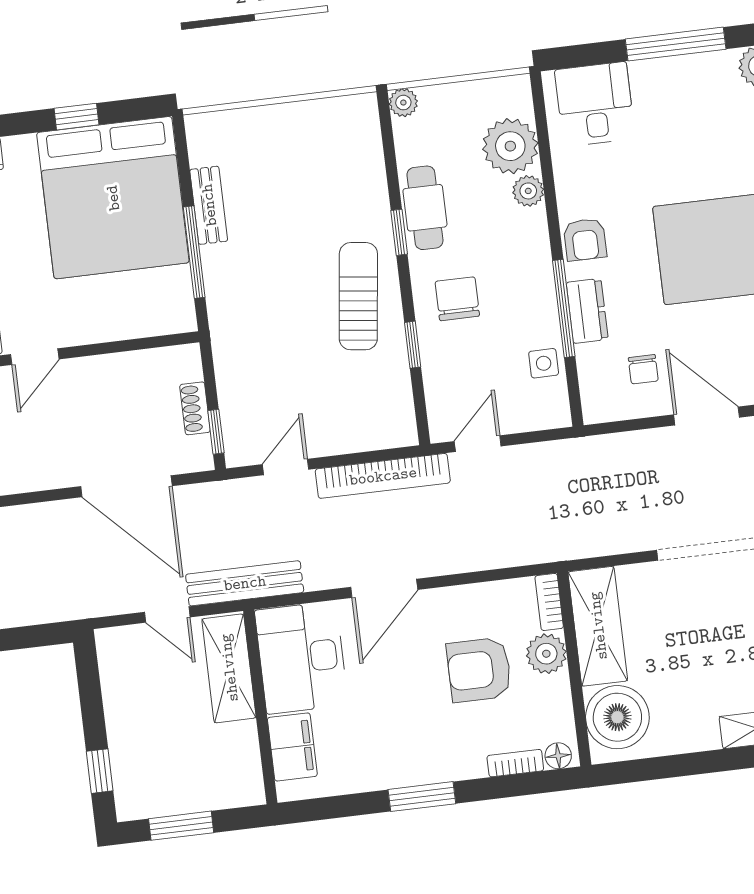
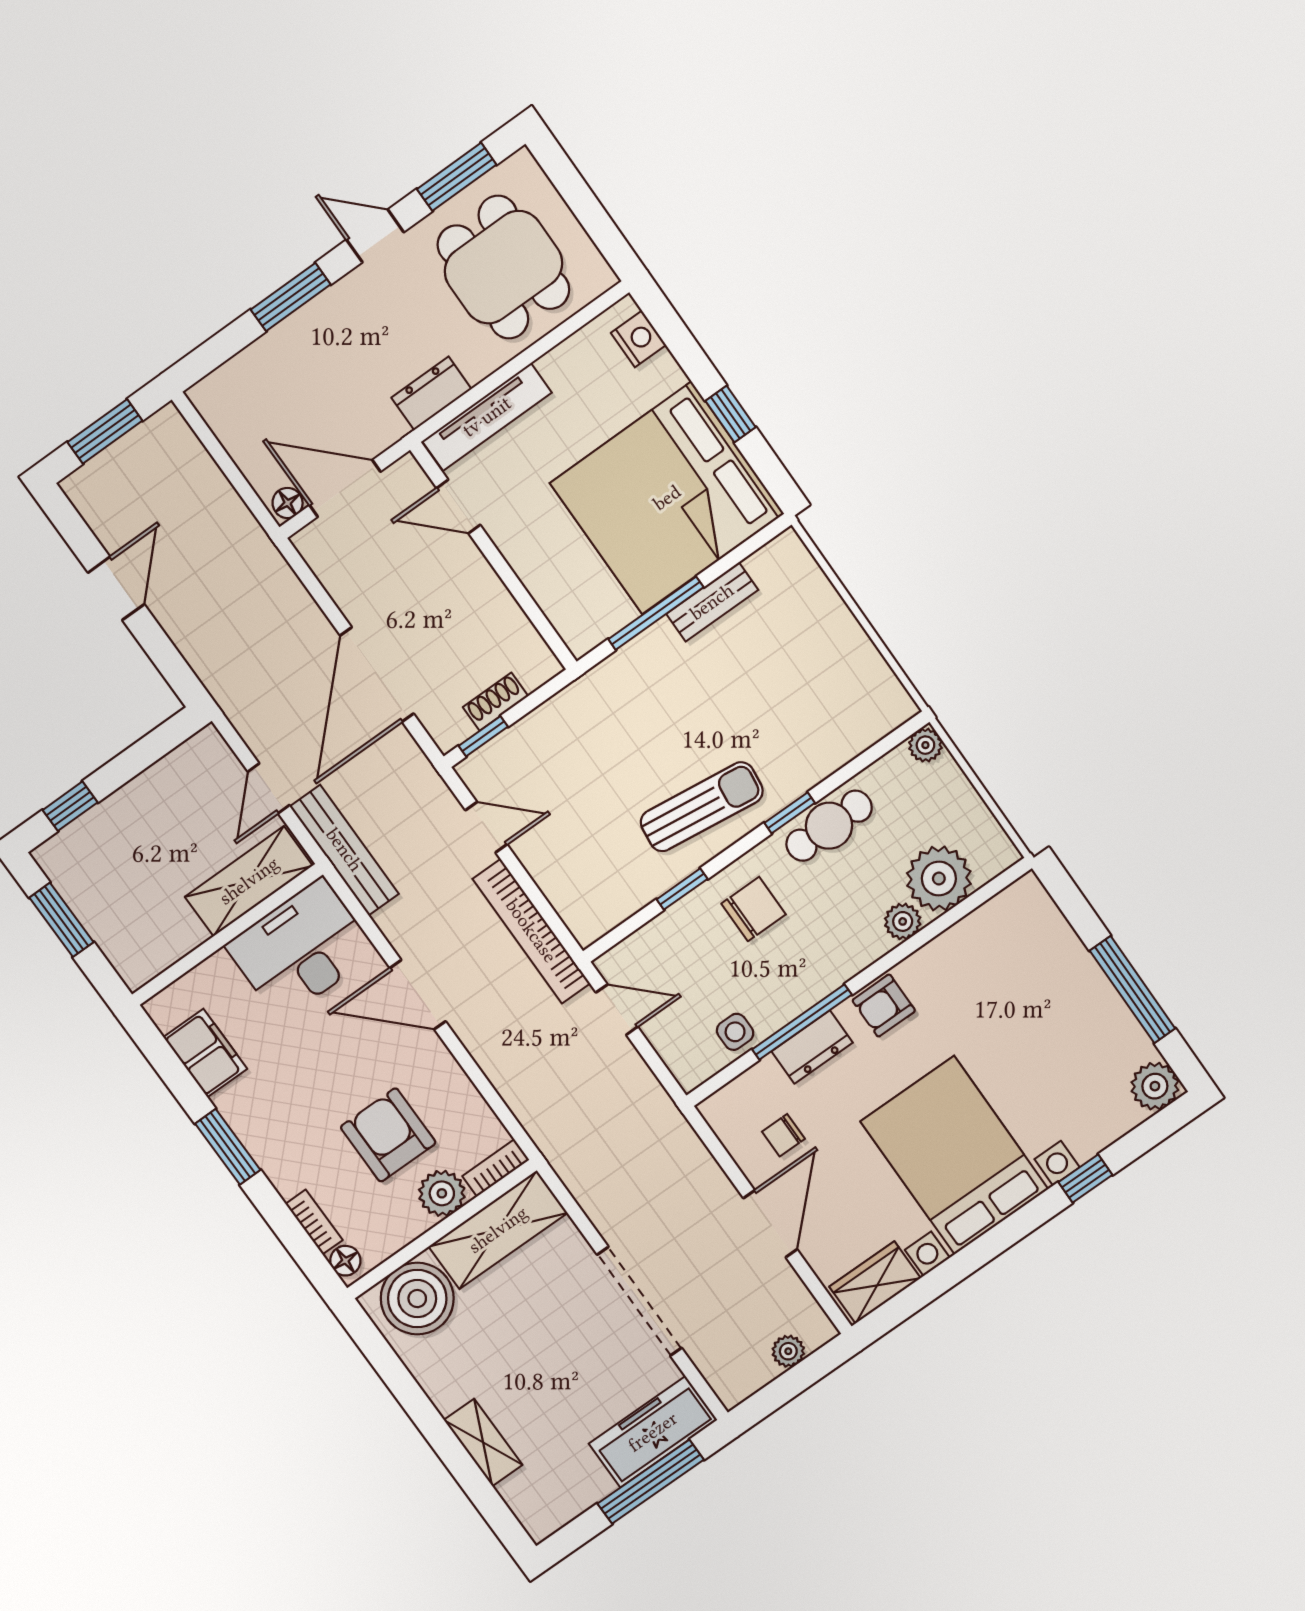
desk: (595, 104) -> (1028, 941), removed
filing cabinet: (292, 747) -> (205, 1053), moved, turned -90

